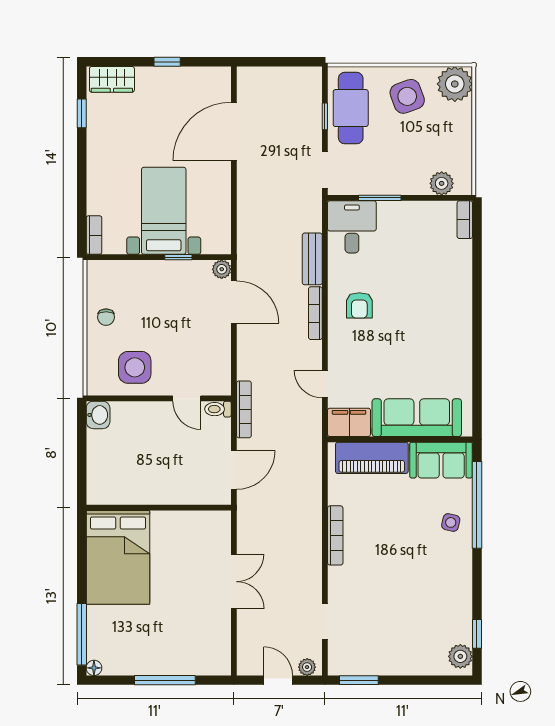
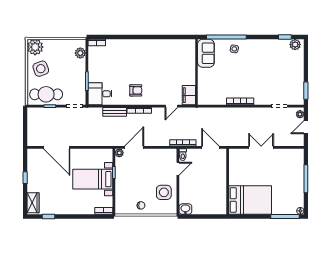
sofa: (417, 418) -> (187, 64), removed
piano: (372, 458) -> (205, 85), removed

